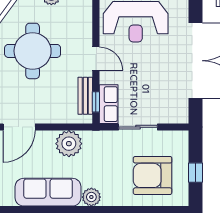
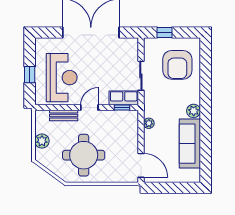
bench: (85, 96) -> (64, 115), moved
plant: (69, 144) -> (149, 123), width x0.53, depth x0.53
window: (196, 173) -> (164, 33), moved

